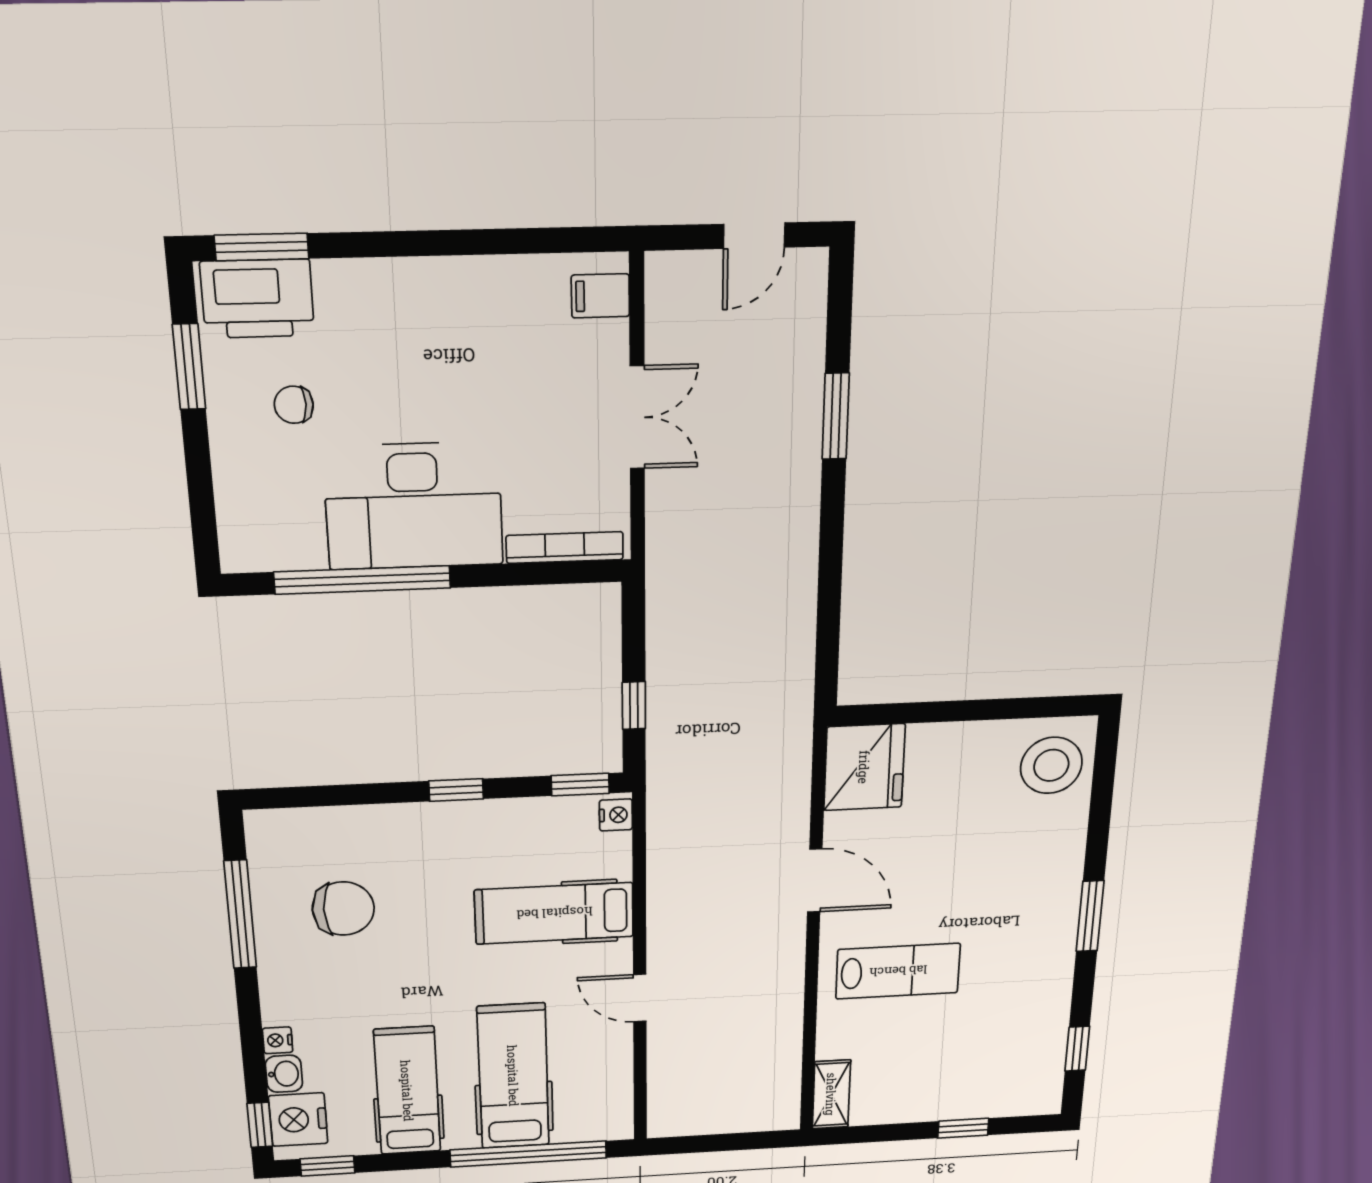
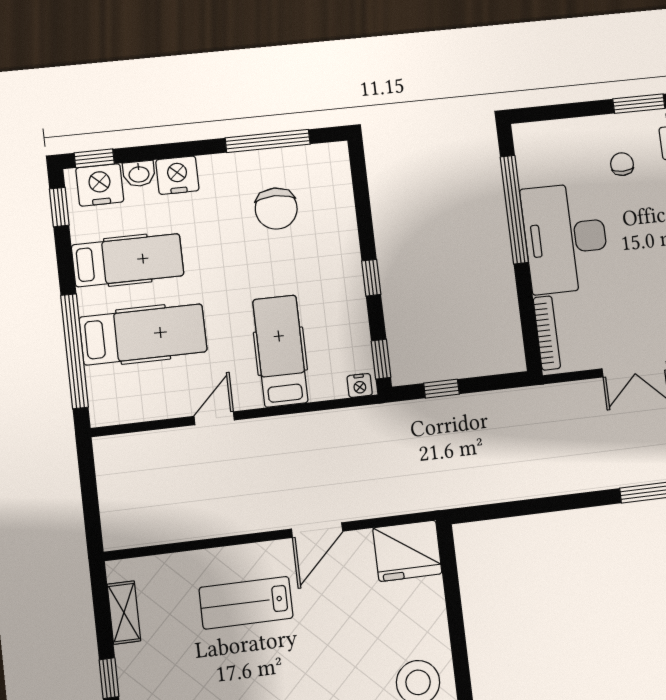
lab bench: (898, 971) -> (246, 603), turned 90
nightstand: (278, 1040) -> (177, 175), width x1.89, depth x1.79
shelving: (831, 1094) -> (124, 613), moved, turned 90

